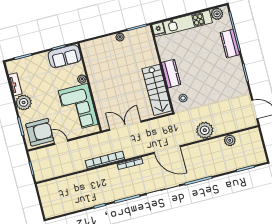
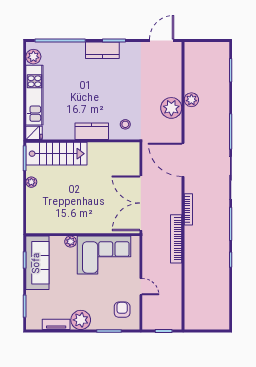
kitchen counter: (230, 44) -> (102, 50), moved
sofa: (65, 56) -> (37, 263), width x1.36
stairs: (157, 90) -> (56, 154), moved
double door: (125, 126) -> (141, 203), width x1.36
armchair: (40, 132) -> (122, 310), width x0.53, depth x0.53
plant: (230, 140) -> (191, 100), moved
door: (61, 142) -> (141, 287), swing flipped
door: (167, 150) -> (183, 160), swing flipped

